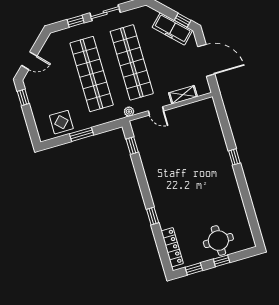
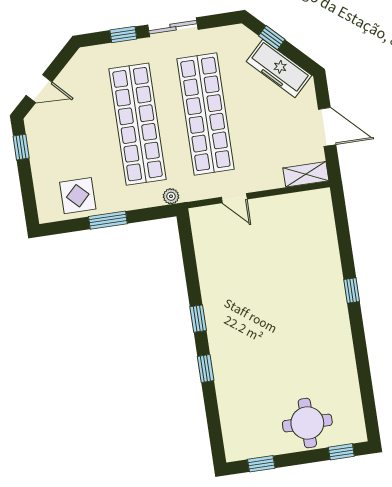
window: (183, 20) -> (272, 38), moved
door: (206, 60) -> (327, 127), width x0.73
shelving: (183, 95) -> (306, 174), moved
plant: (129, 112) -> (171, 196), moved
window: (132, 146) -> (198, 319), moved
locker: (172, 247) -> (231, 424), removed
window: (222, 261) -> (341, 452), moved

